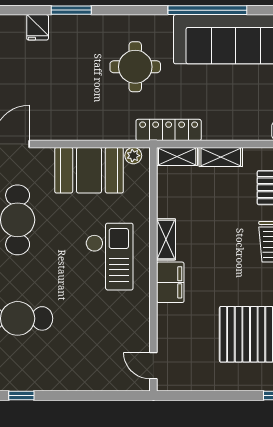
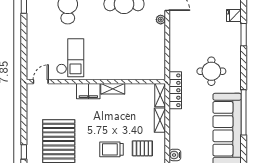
plant: (133, 156) -> (161, 20), moved
booth: (89, 170) -> (152, 45), removed
checkout: (109, 257) -> (70, 58), moved, turned -90

